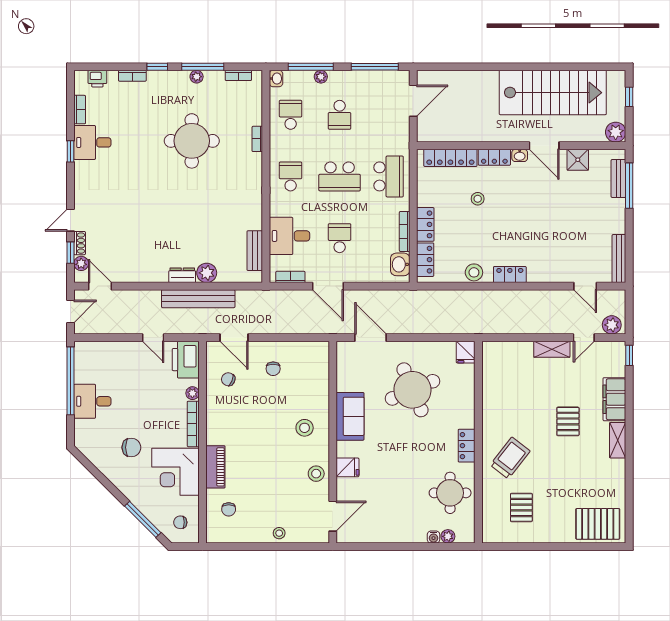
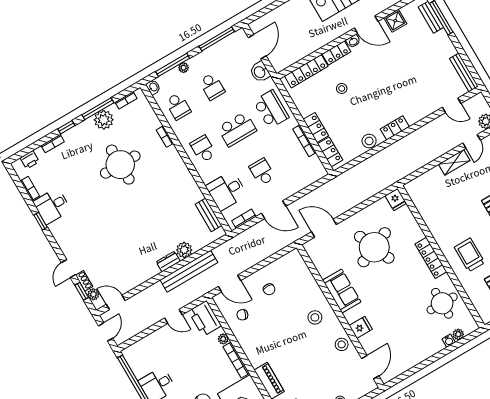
plant: (197, 77) -> (104, 120), width x1.88, depth x1.88
school desk: (291, 115) -> (178, 106), turned 180
washbasin: (400, 264) -> (260, 72), moved
locker: (467, 446) -> (431, 258), width x1.53
trolley: (510, 458) -> (469, 255), turned -38

